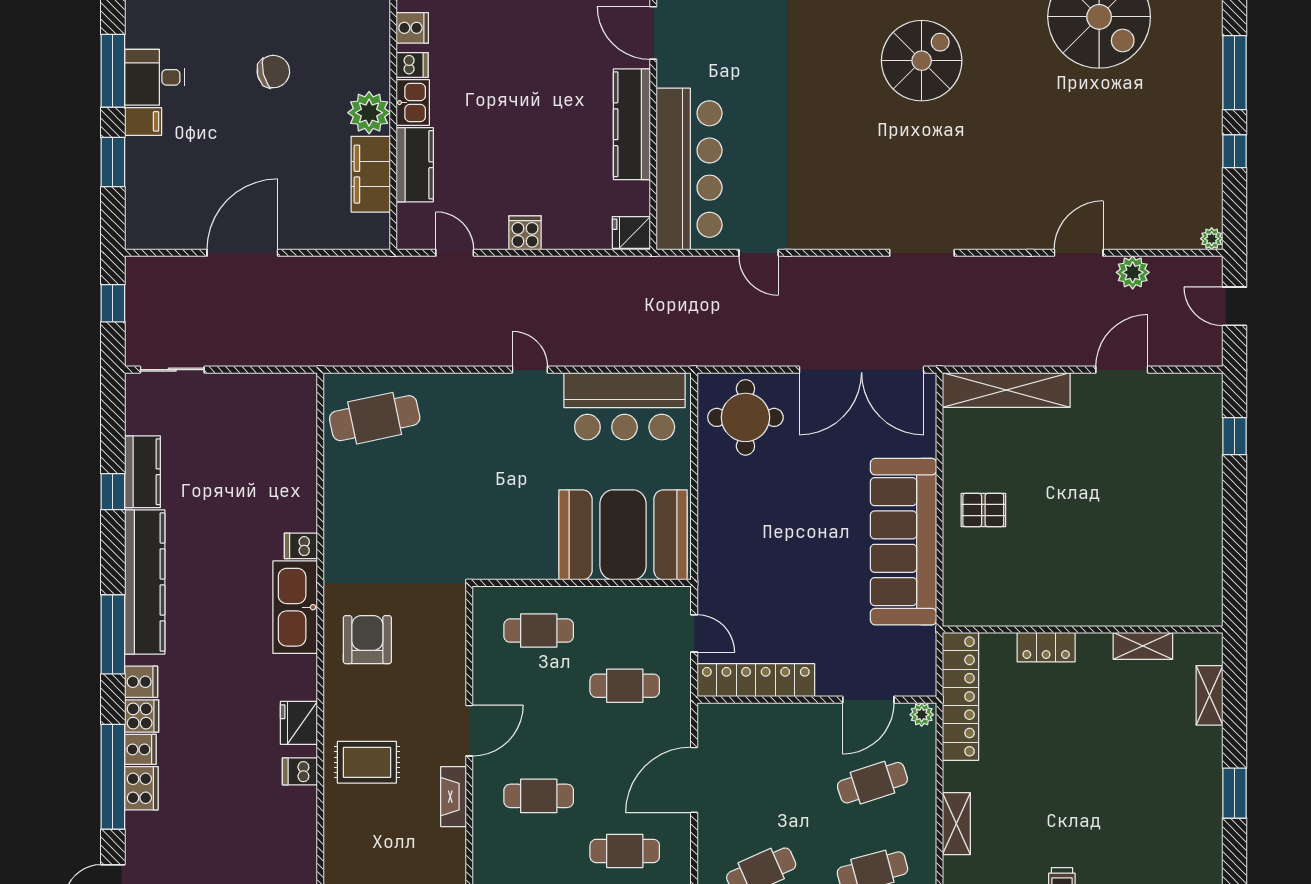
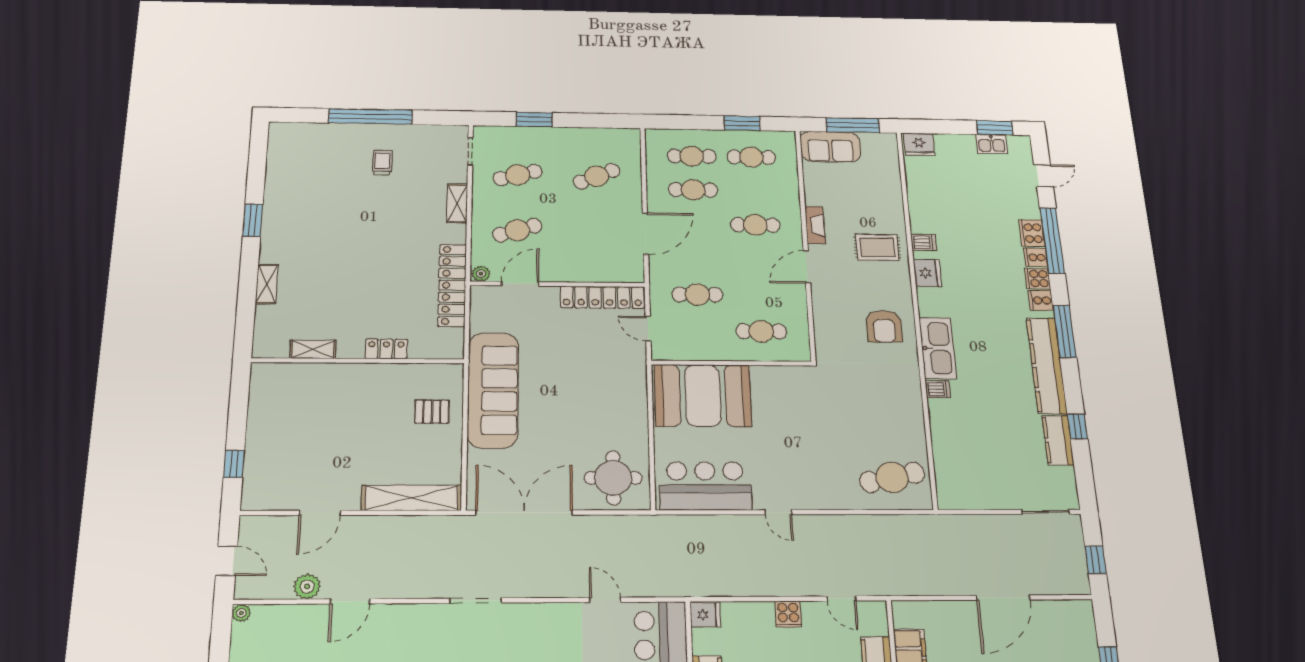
wall: (1083, 630) -> (358, 361), moved
shelving: (1143, 646) -> (313, 349), moved
locker: (1046, 647) -> (386, 349), moved

